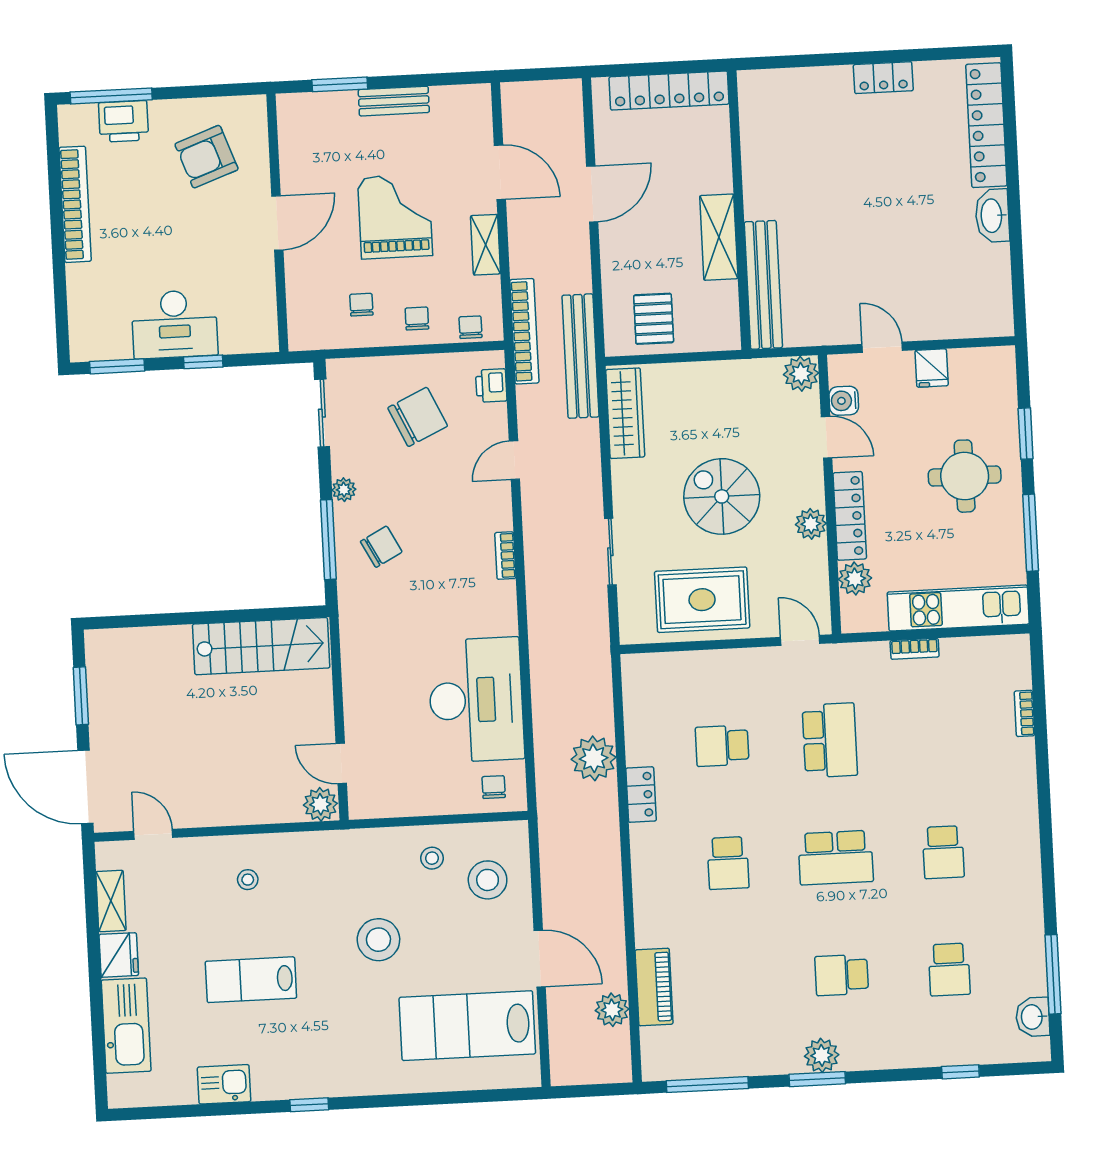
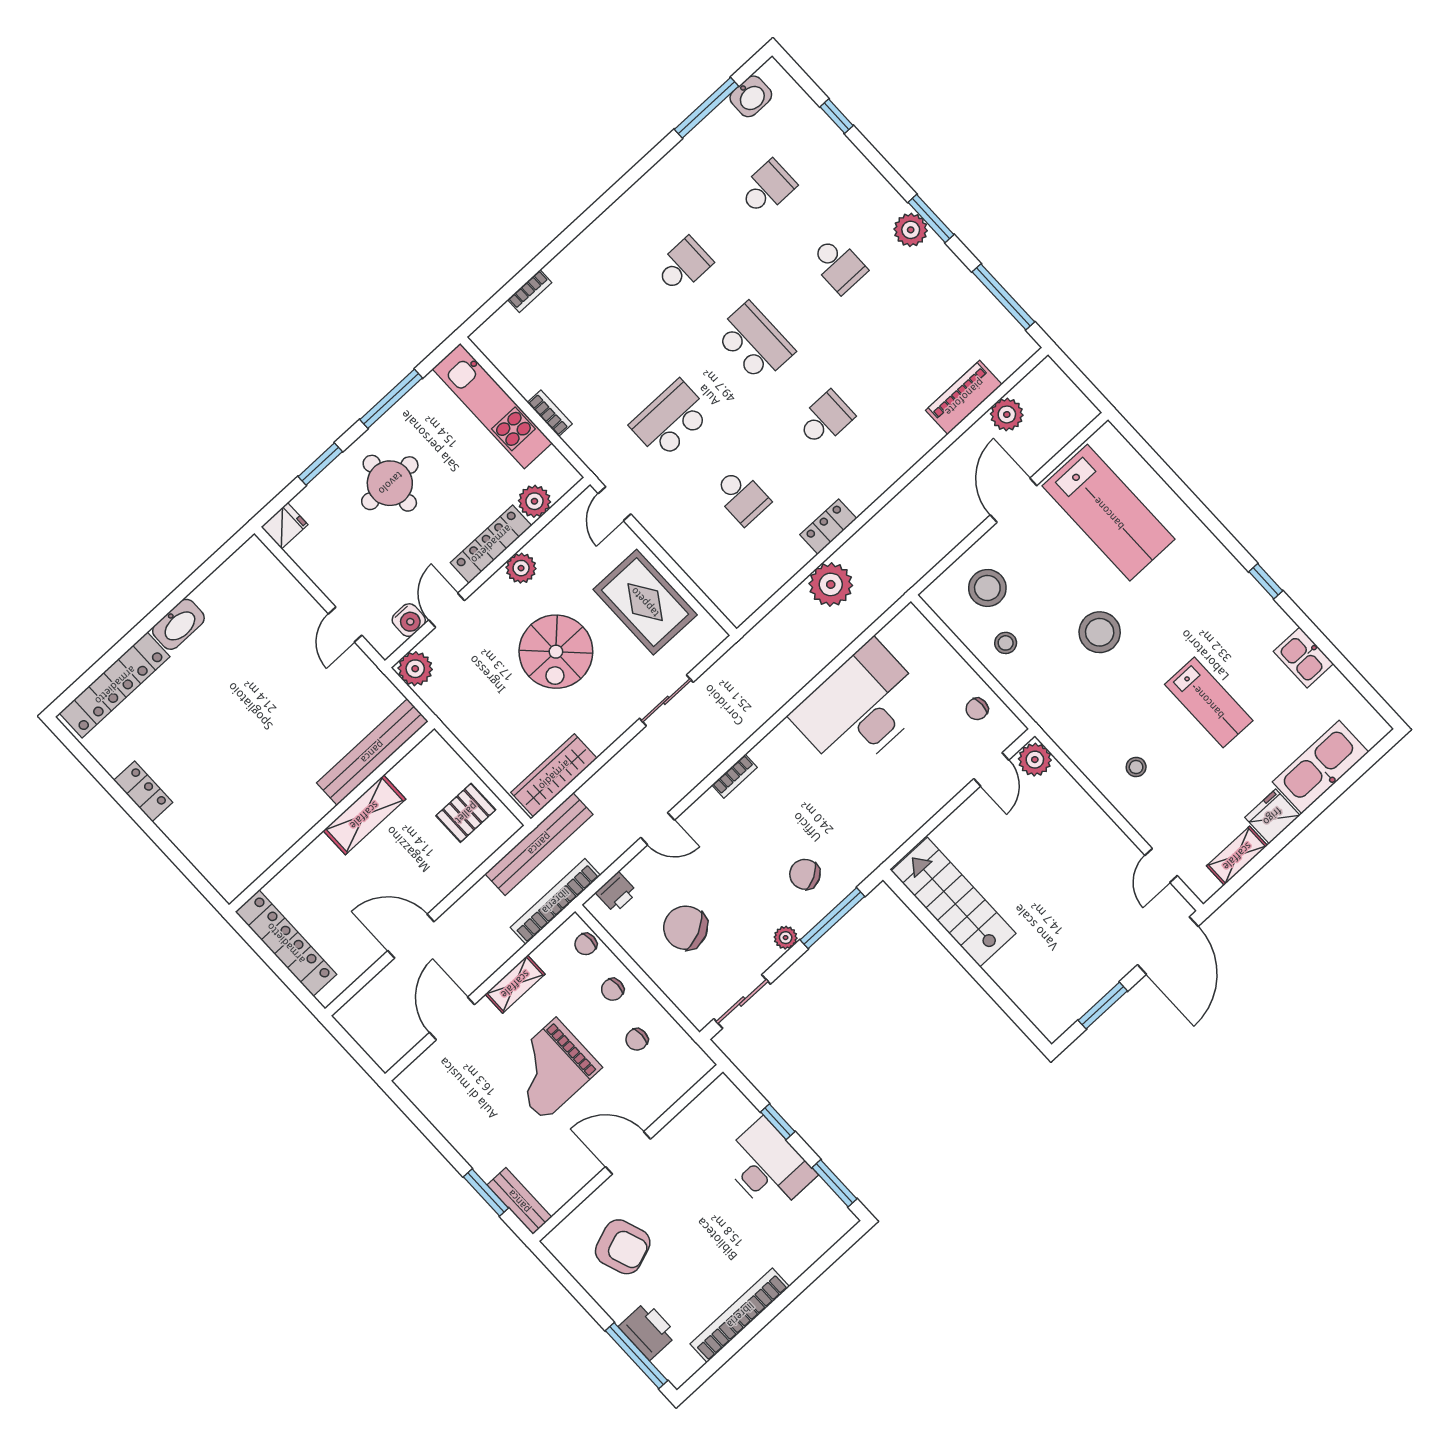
bench: (394, 101) -> (519, 1201), moved
fridge: (932, 368) -> (284, 526), moved
chair: (494, 787) -> (977, 709), moved

